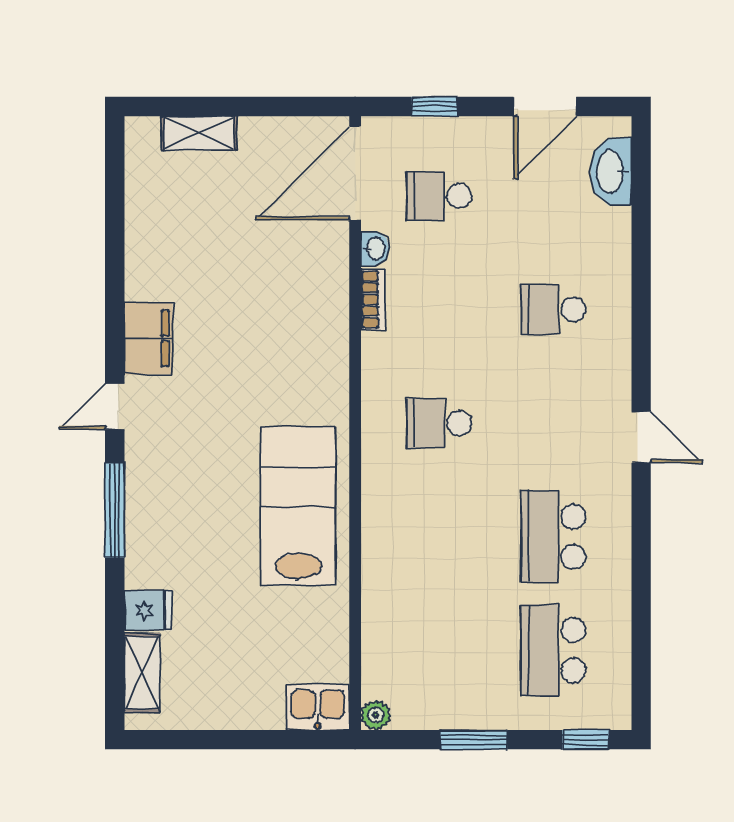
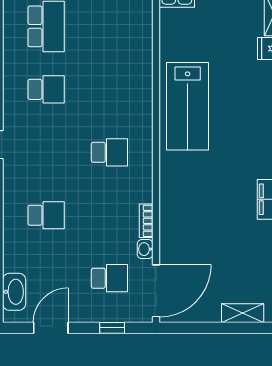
school desk: (553, 537) -> (46, 89), width x0.54

